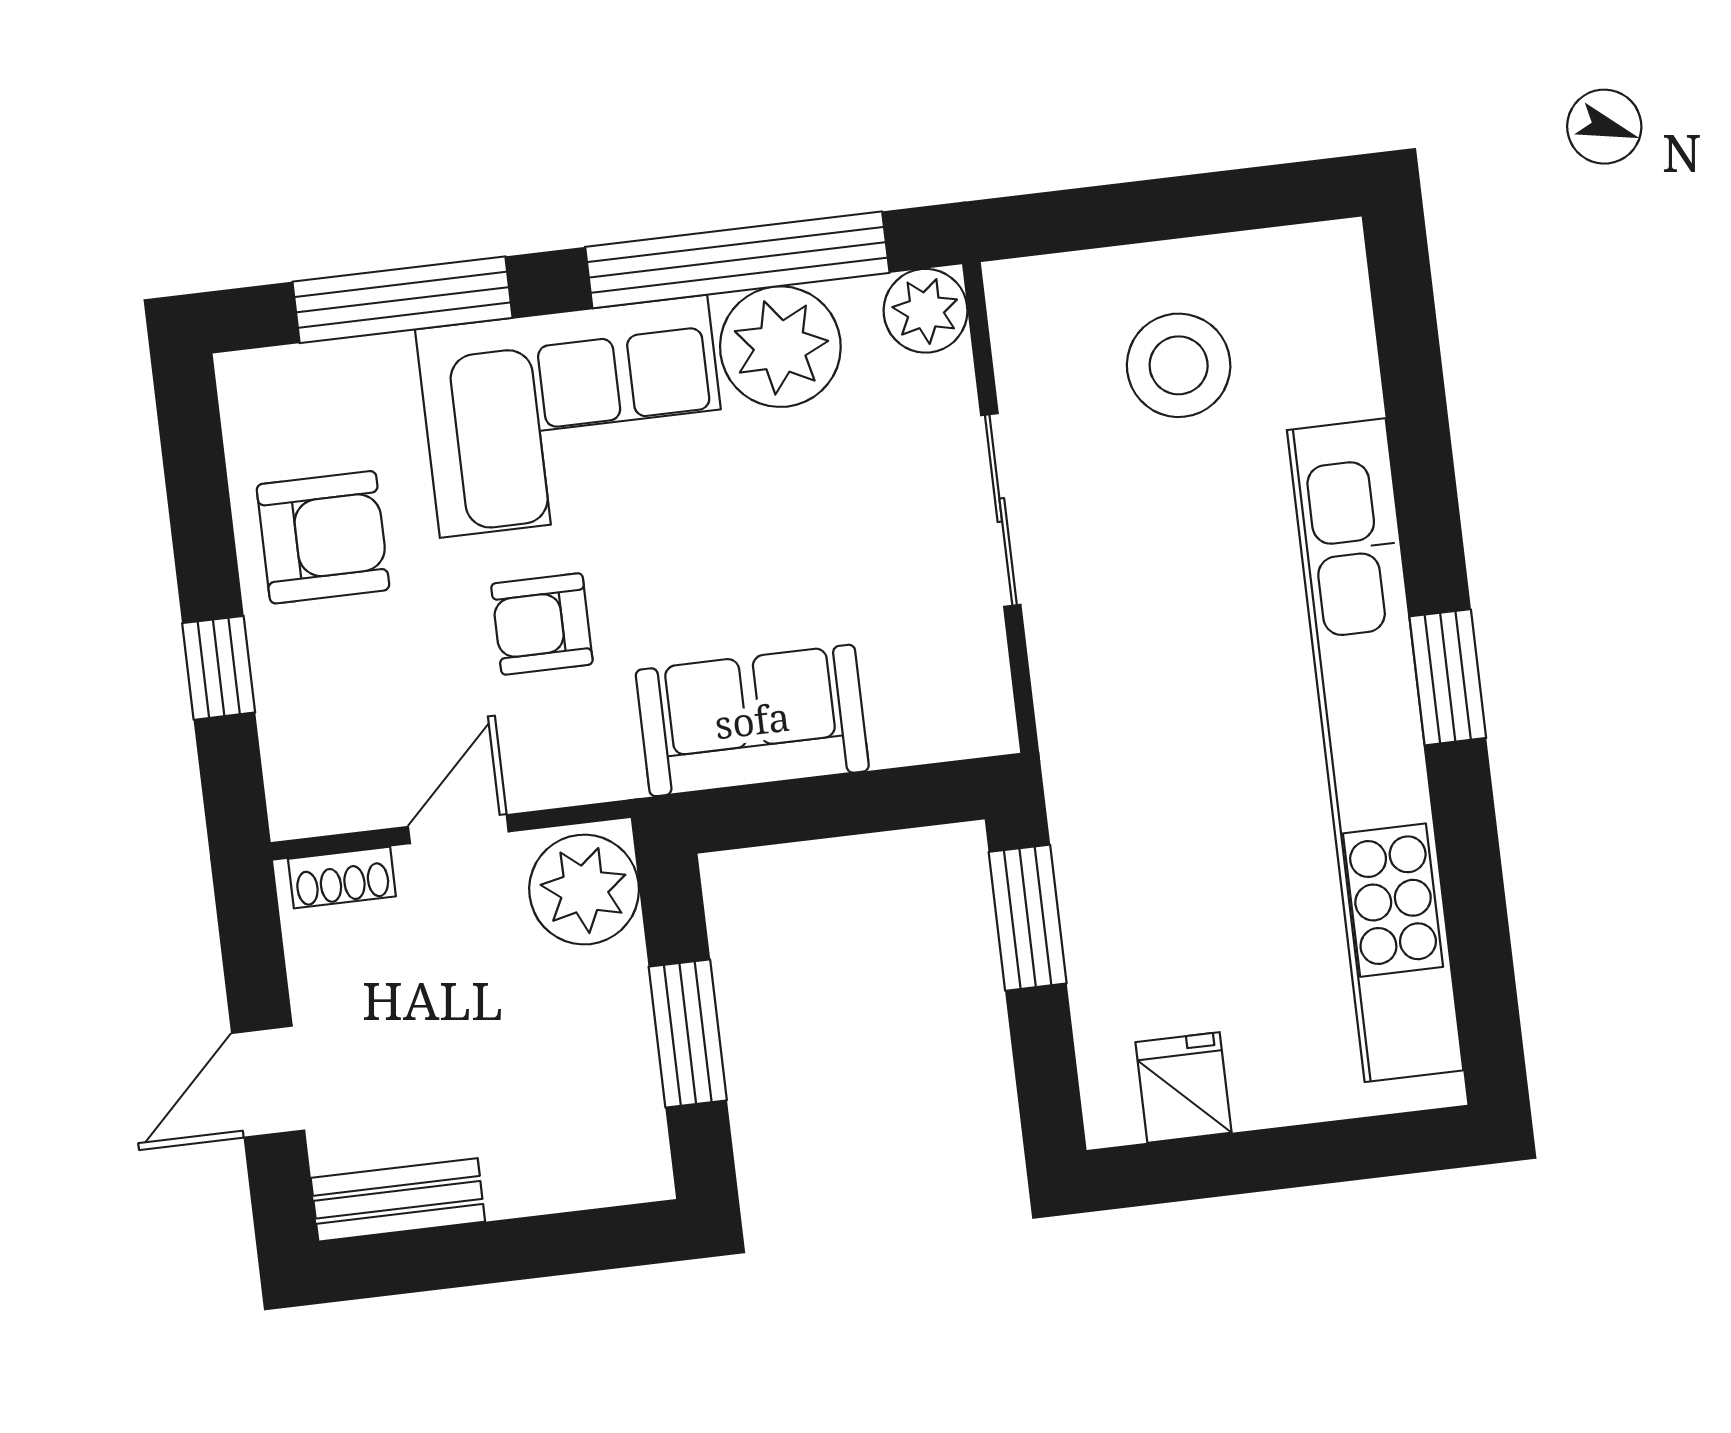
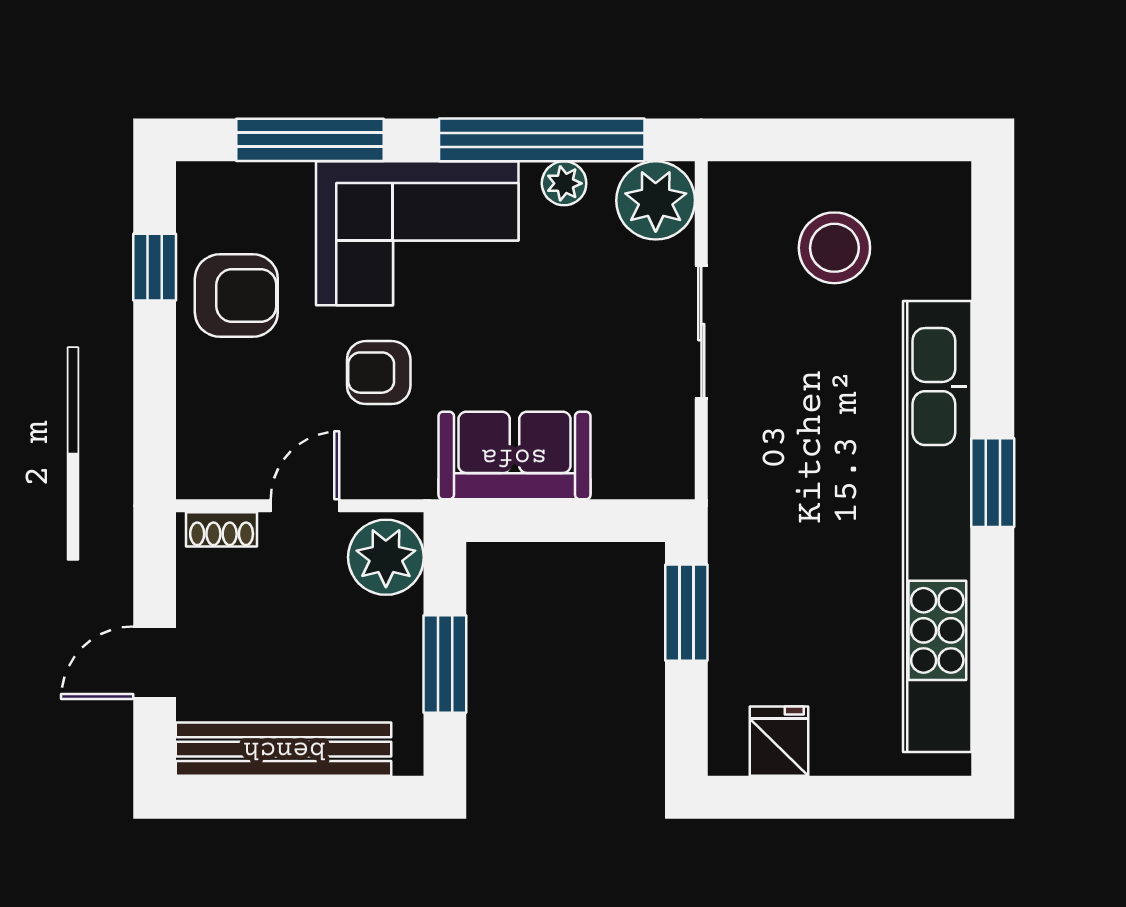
plant: (926, 311) -> (656, 200), width x1.36, depth x1.36
plant: (780, 347) -> (564, 183), width x0.53, depth x0.53
window: (219, 668) -> (155, 267), moved
bench: (398, 1200) -> (284, 749), width x1.86, depth x1.21

